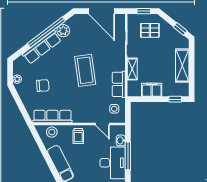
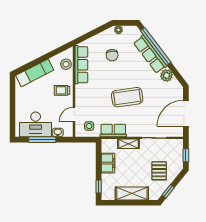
pallet: (150, 30) -> (159, 171), moved
window: (46, 32) -> (156, 47), moved

